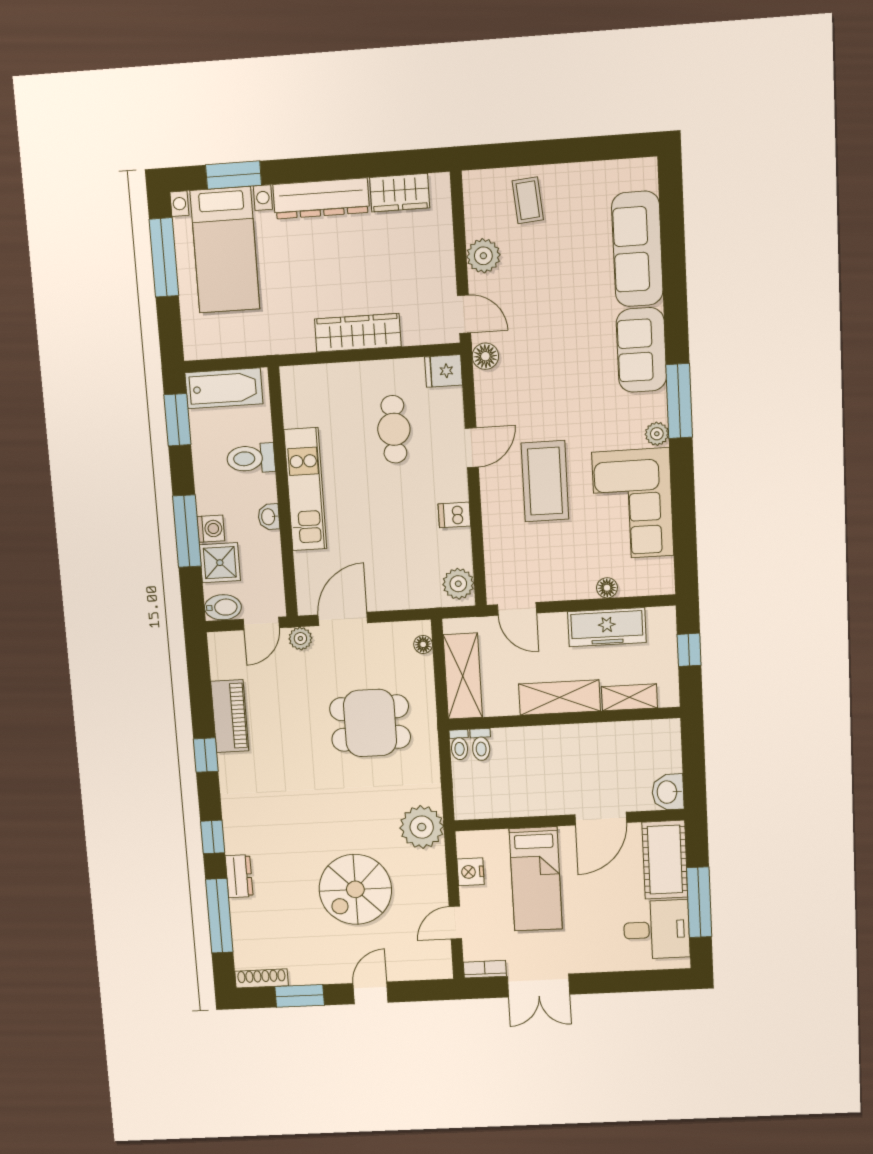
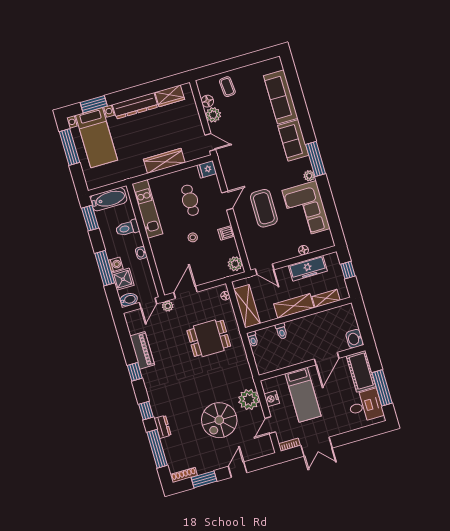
floor lamp: (485, 356) -> (207, 101), moved
kitchen unit: (305, 489) -> (147, 209), moved
stool: (383, 509) -> (193, 237), added
toilet: (481, 745) -> (281, 331), moved
plant: (422, 827) -> (249, 400), moved

